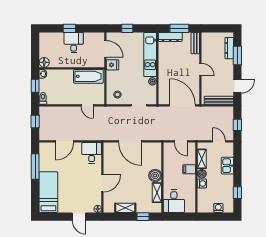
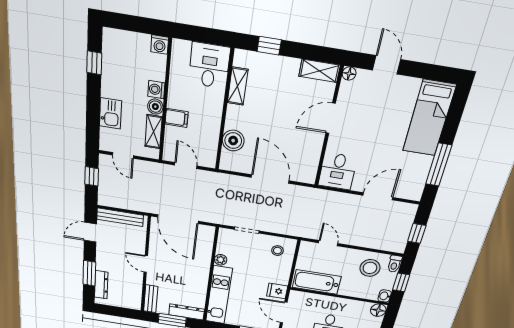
stool: (57, 93) -> (370, 268), added
boiler: (155, 176) -> (233, 141), moved
shelving: (125, 208) -> (320, 71), moved
washing machine: (218, 208) -> (160, 45), moved

